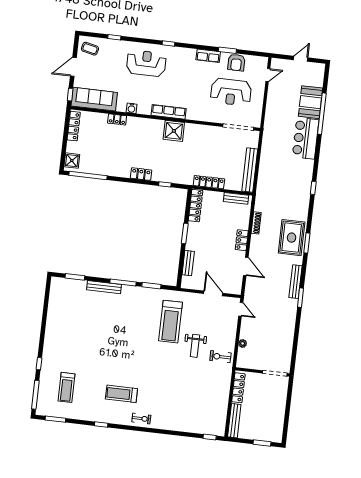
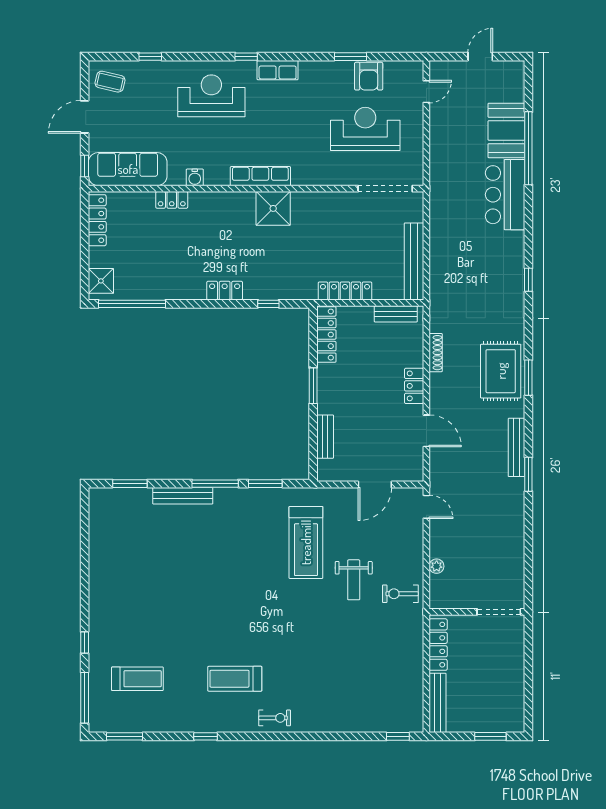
row of seats: (208, 56) -> (278, 70), moved
reception desk: (231, 92) -> (365, 129), turned 180
door: (213, 293) -> (375, 485), swing flipped
treadmill: (66, 387) -> (137, 679), turned -90

